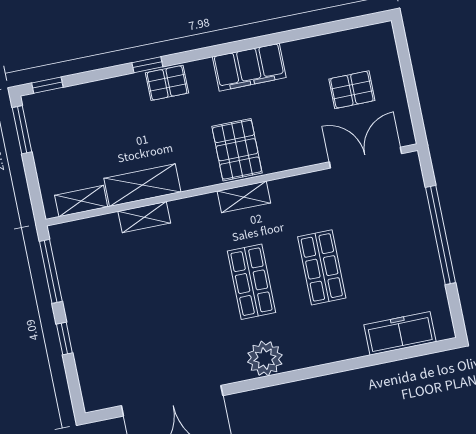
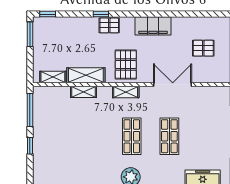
pallet: (237, 150) -> (126, 65), moved
double door: (365, 158) -> (173, 84), moved
shelving: (244, 197) -> (126, 92), moved

